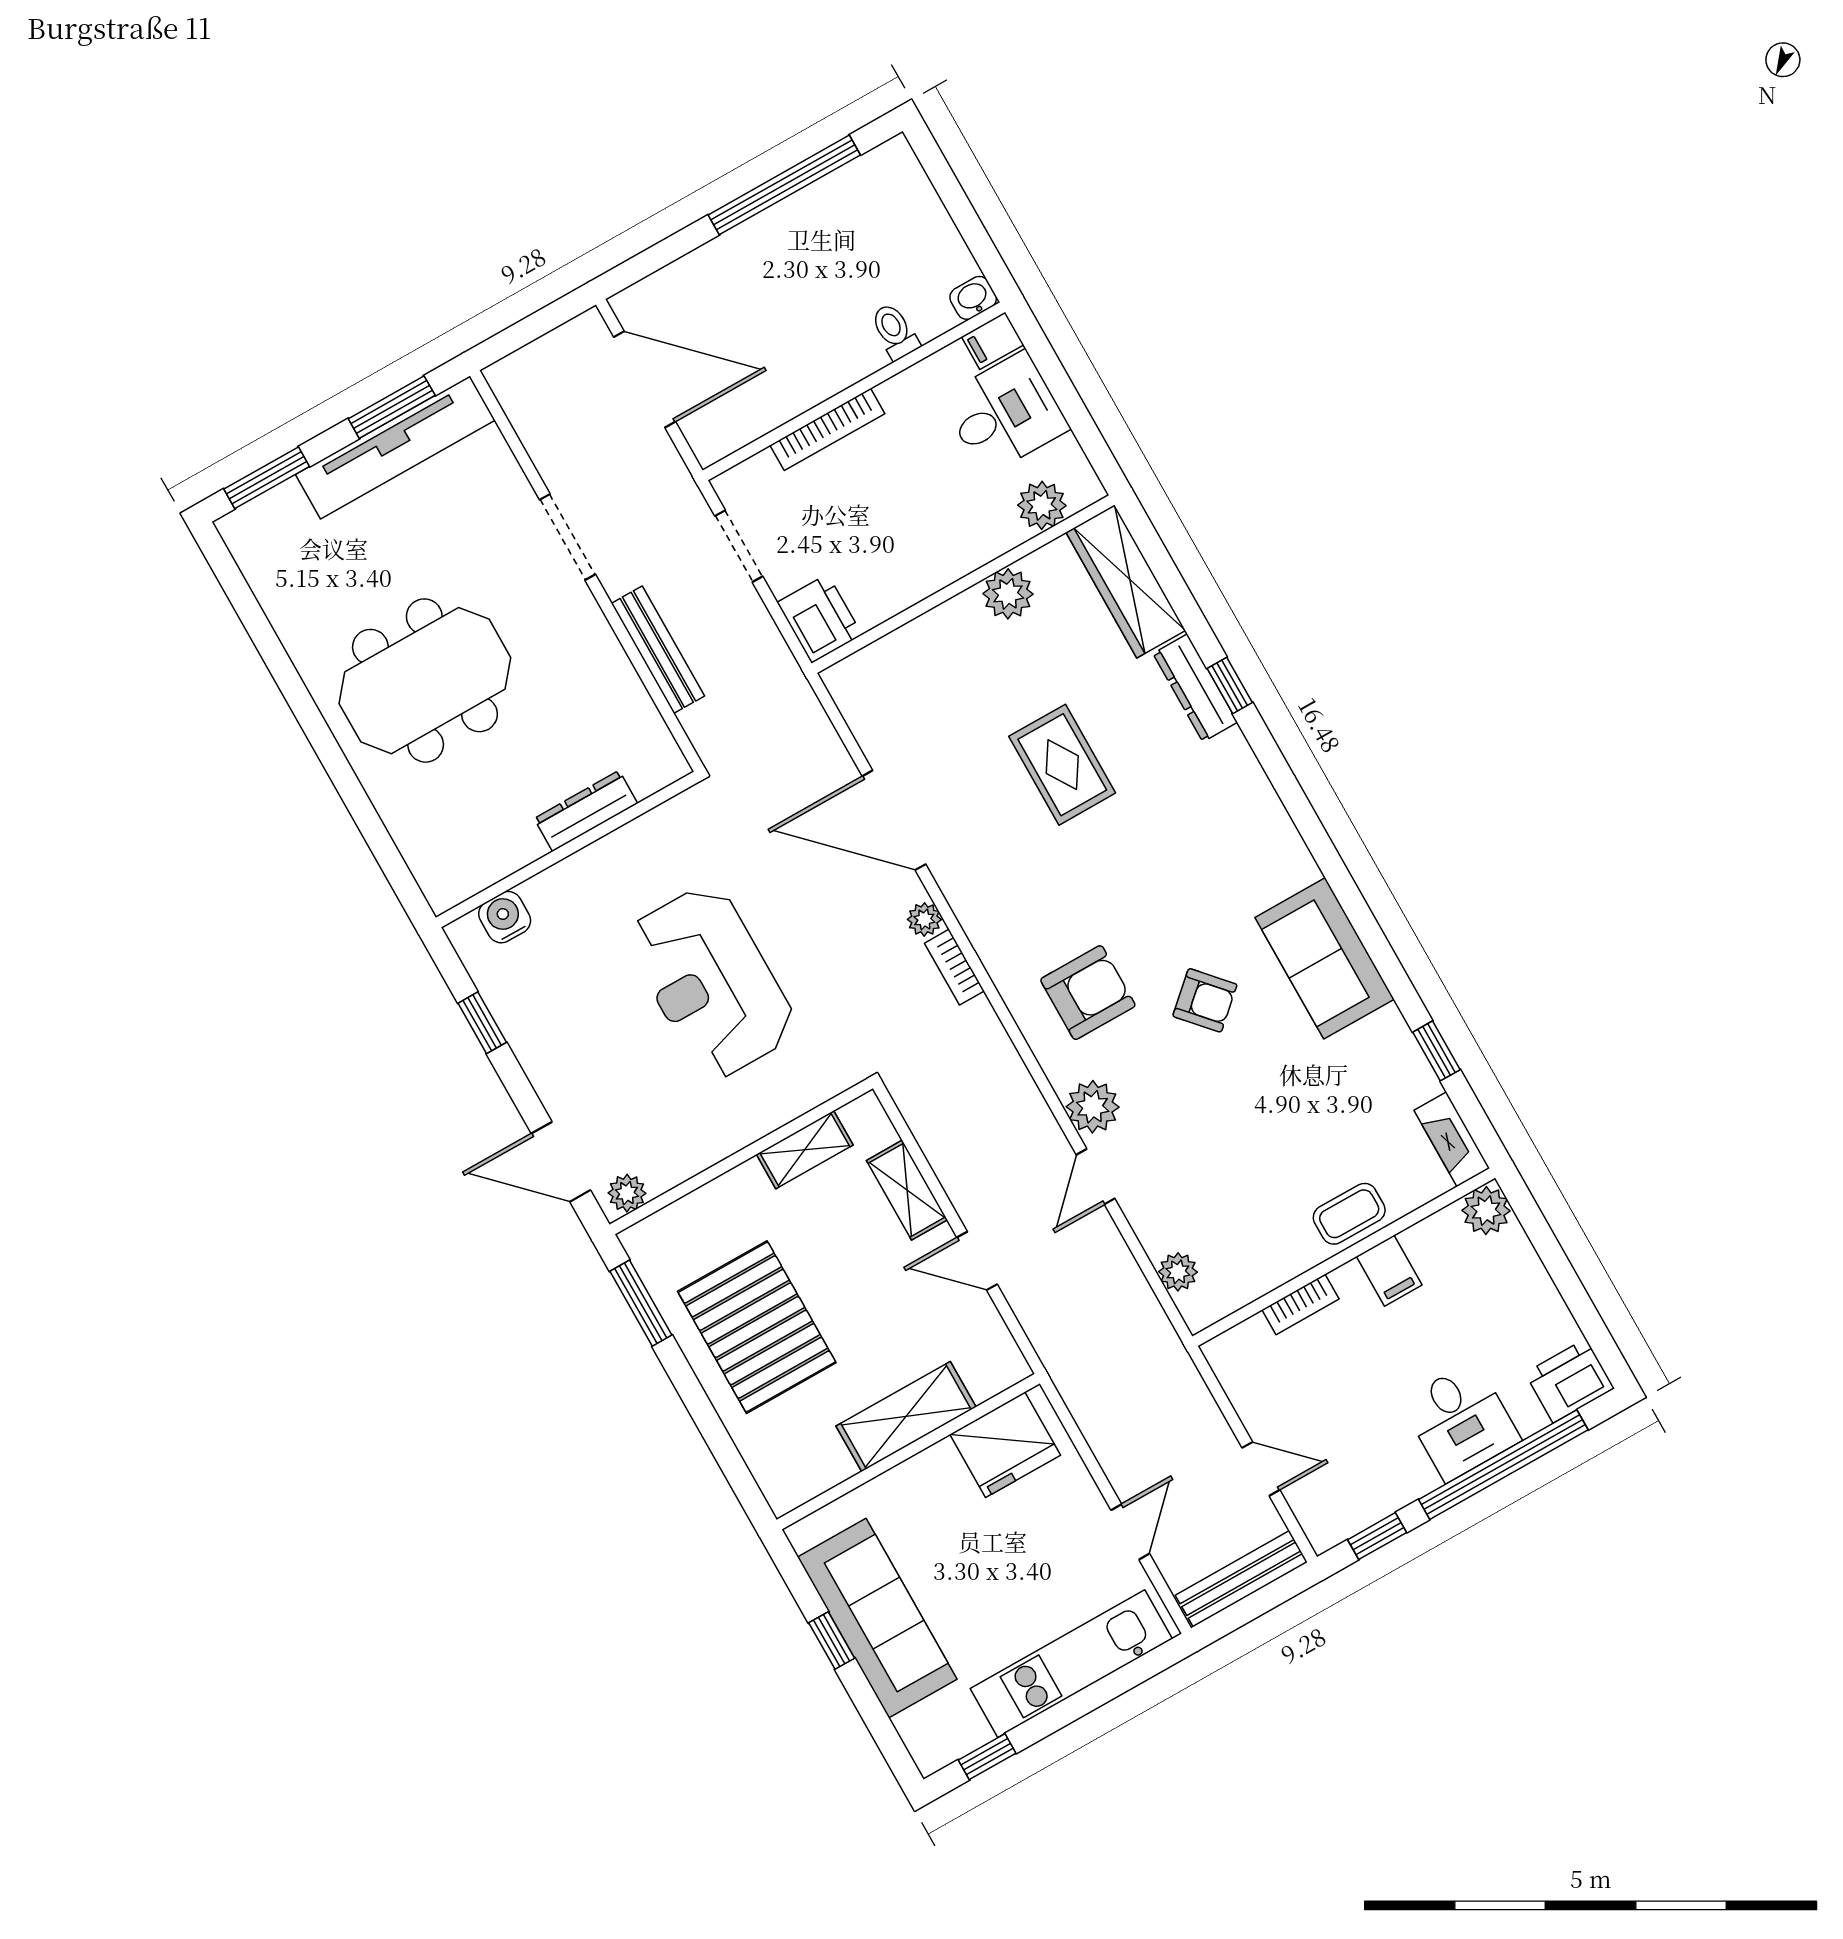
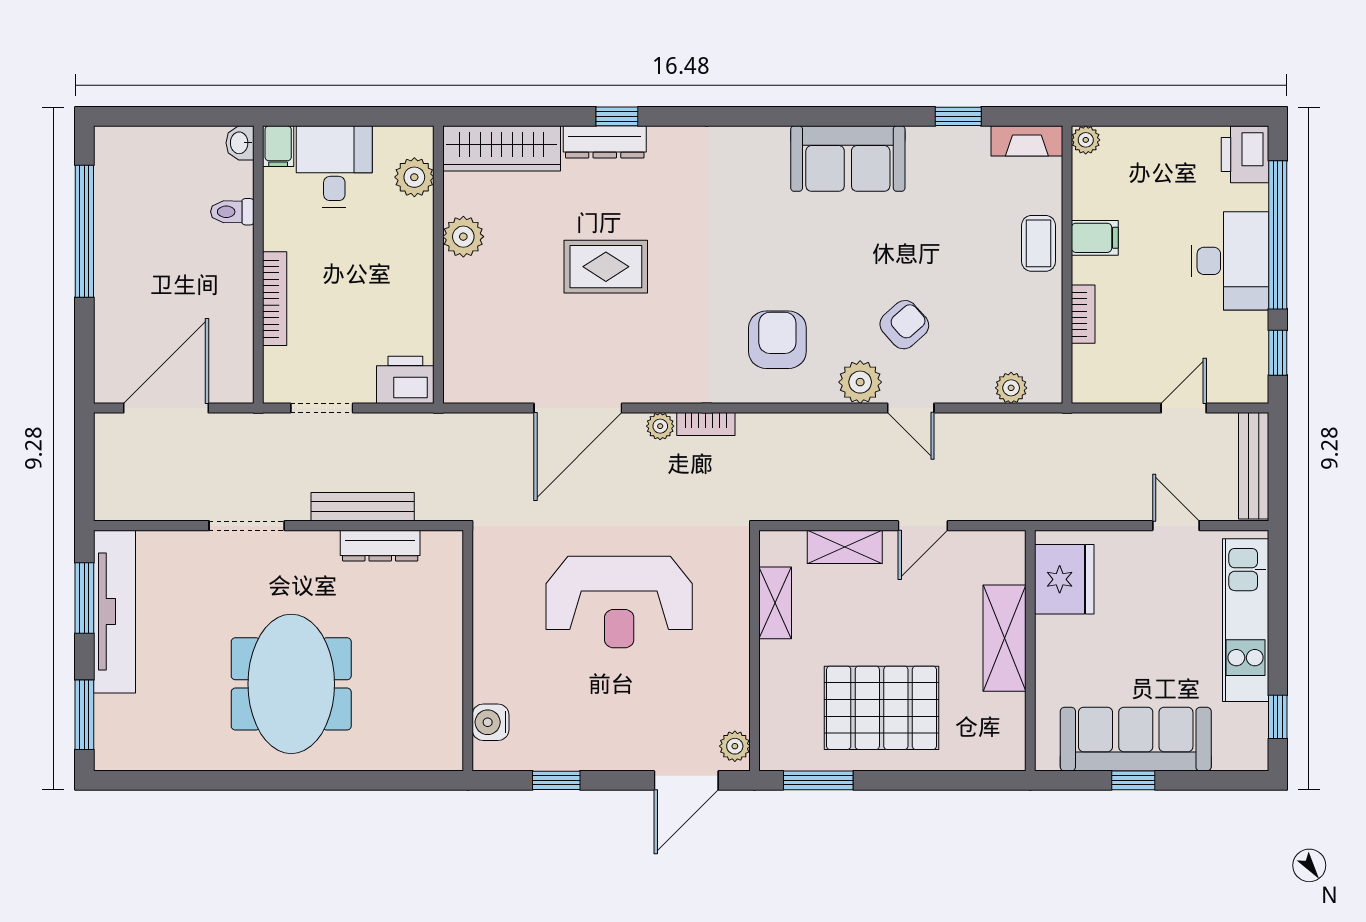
dresser: (586, 811) -> (380, 546), moved, turned -90
armchair: (1205, 1000) -> (904, 325), moved
plant: (1486, 1211) -> (1086, 140), width x0.73, depth x0.73
desk: (1461, 1421) -> (1230, 261), width x1.37

